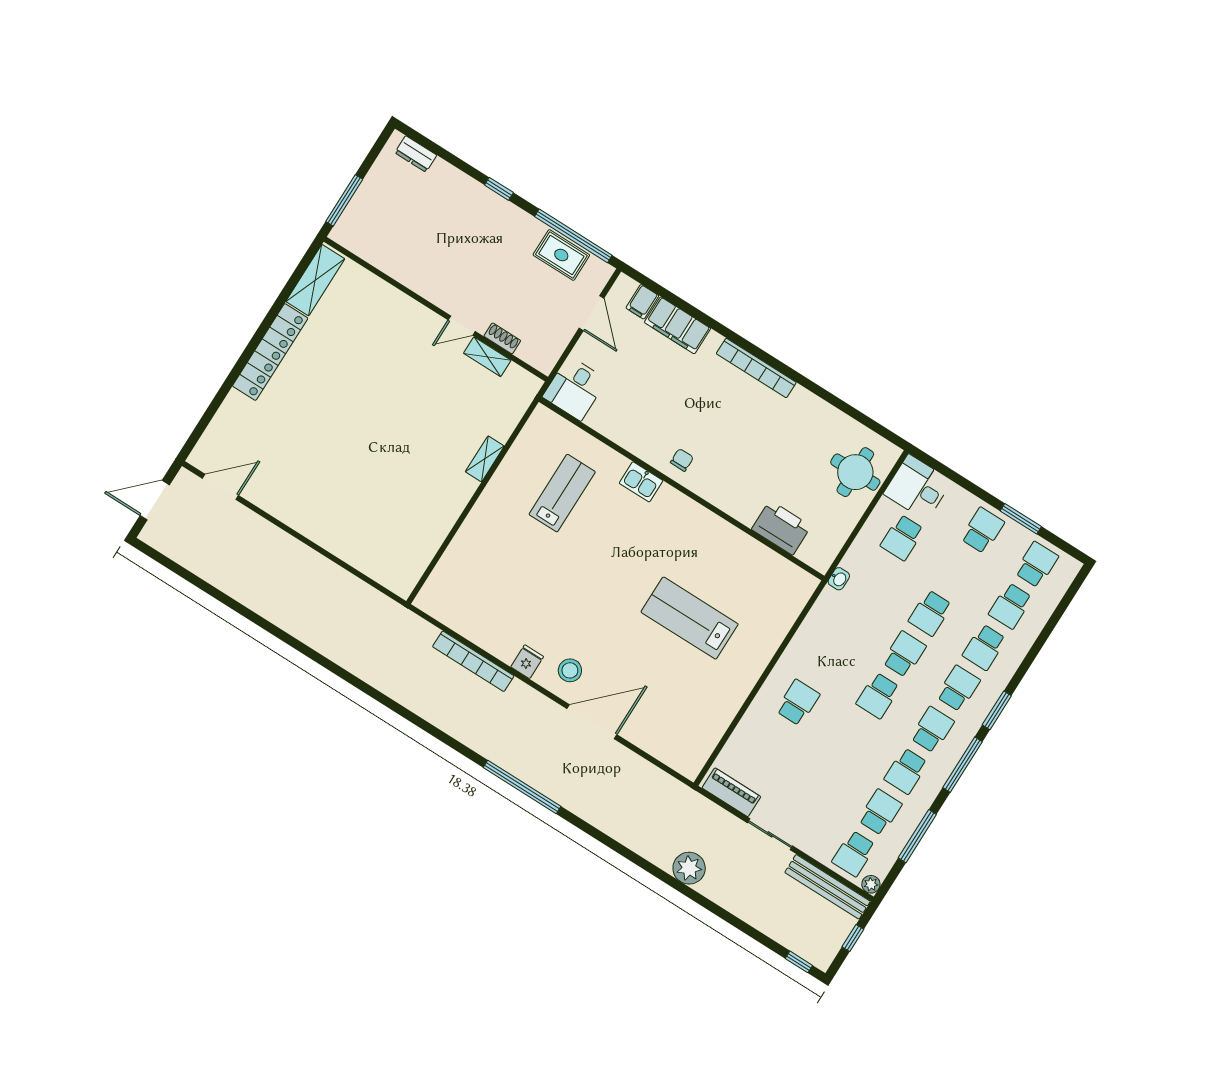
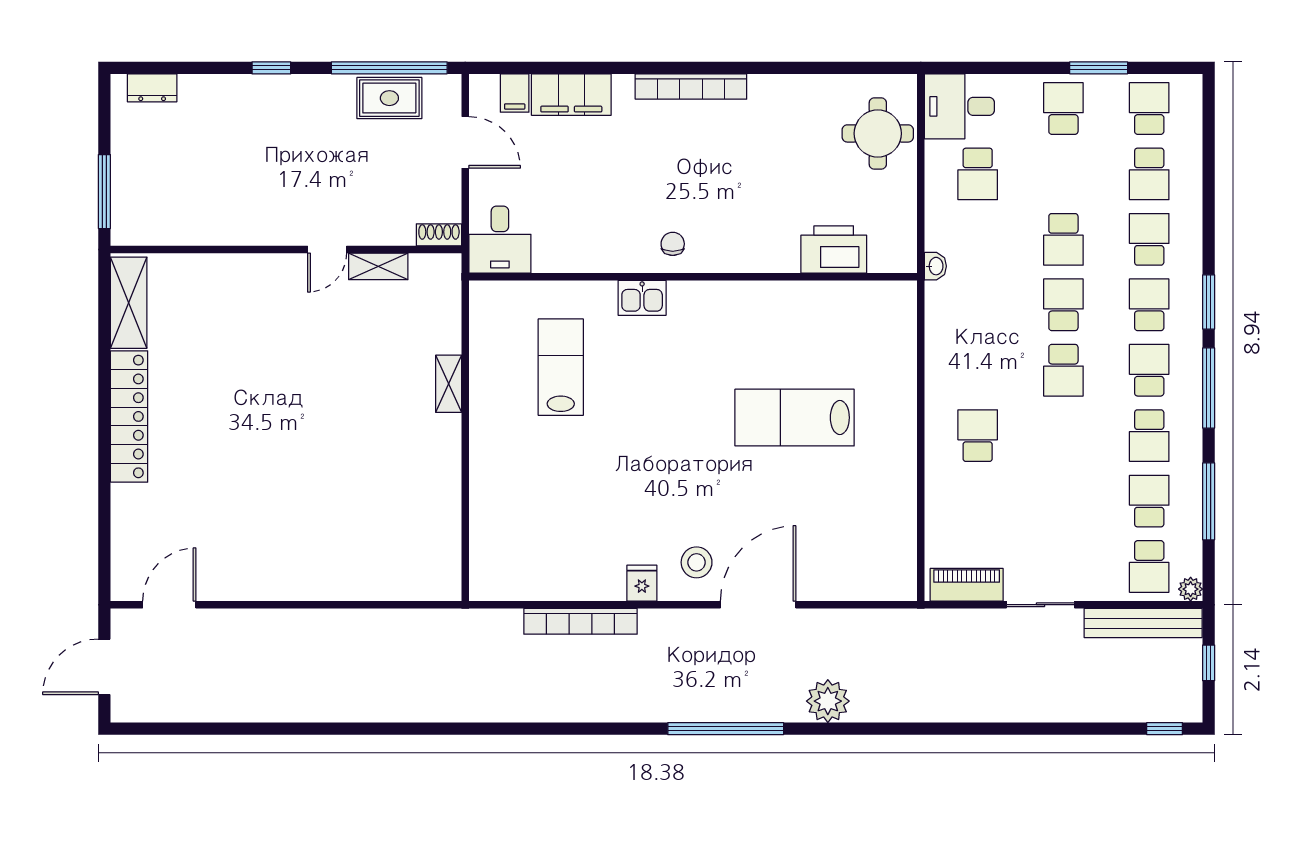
shoe rack: (502, 338) -> (439, 235), moved
school desk: (984, 647) -> (1149, 239), turned 180
plant: (689, 868) -> (828, 701), moved

